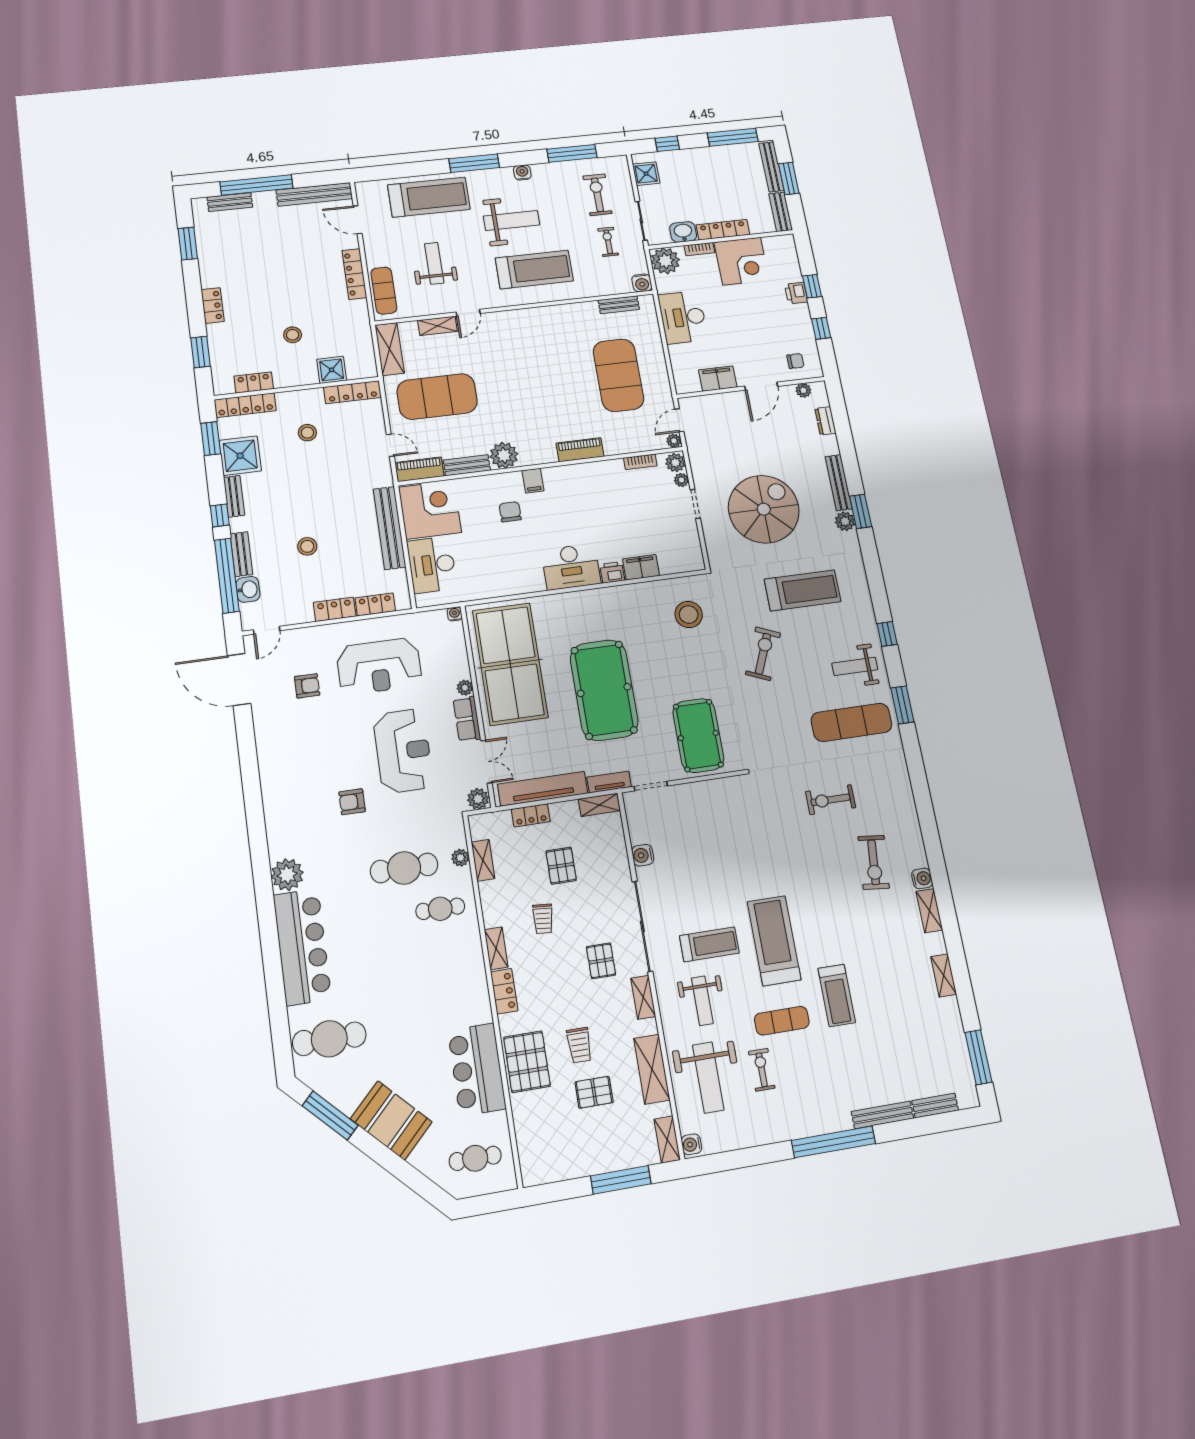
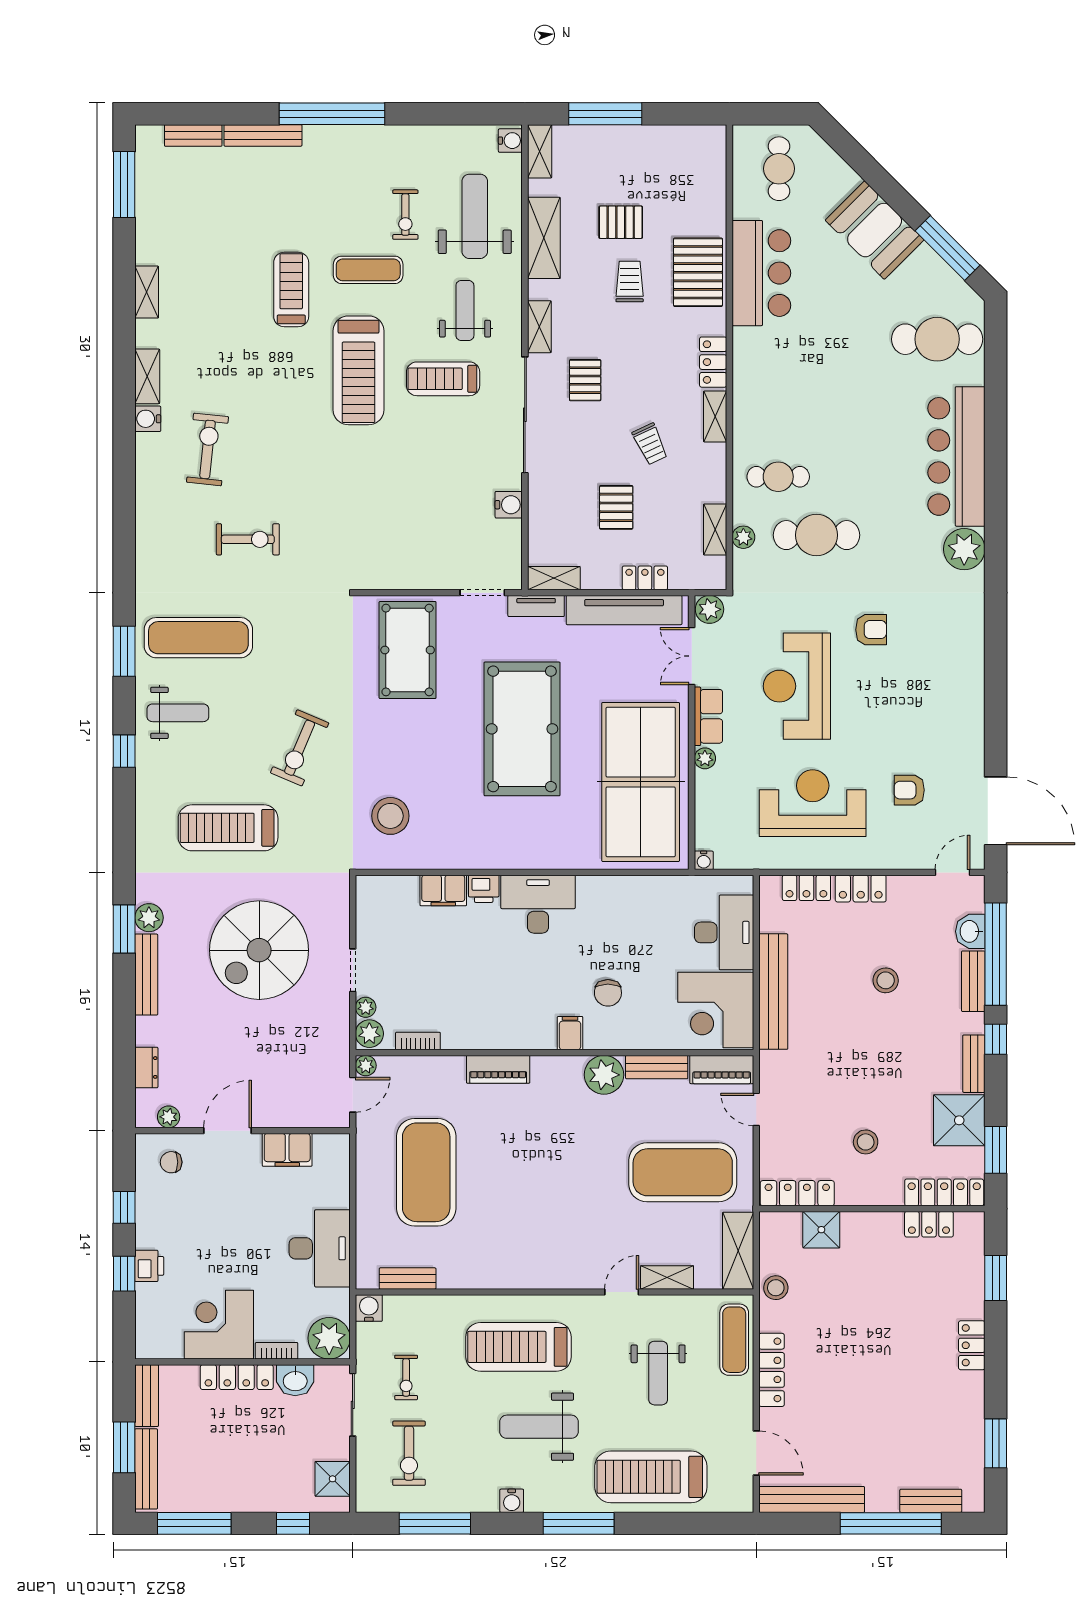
stool: (293, 335) -> (776, 1288), moved
trolley: (543, 919) -> (650, 444), turned 150
cafe table: (475, 1158) -> (779, 169), turned 90

